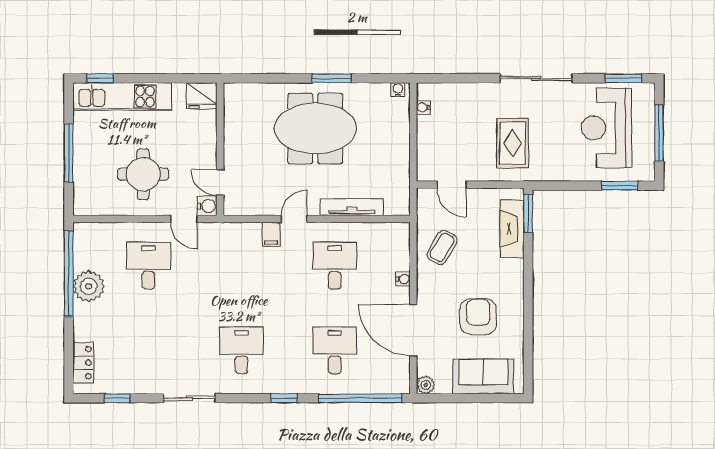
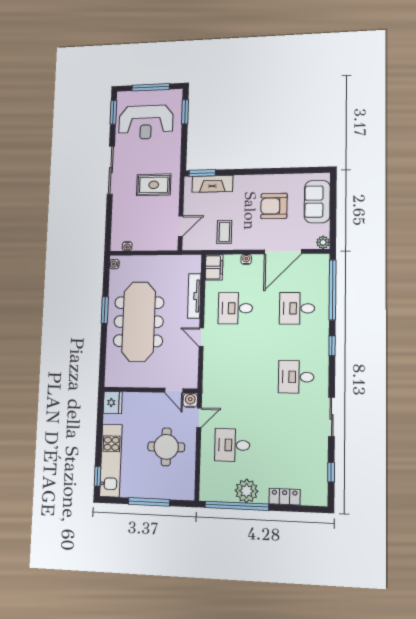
meeting table: (315, 129) -> (139, 322), width x1.36
door: (220, 182) -> (174, 391), hinge flipped
filing cabinet: (271, 234) -> (214, 267), moved, width x2.00
coffee table: (442, 247) -> (224, 232), turned 59
locker: (83, 363) -> (285, 497), moved

